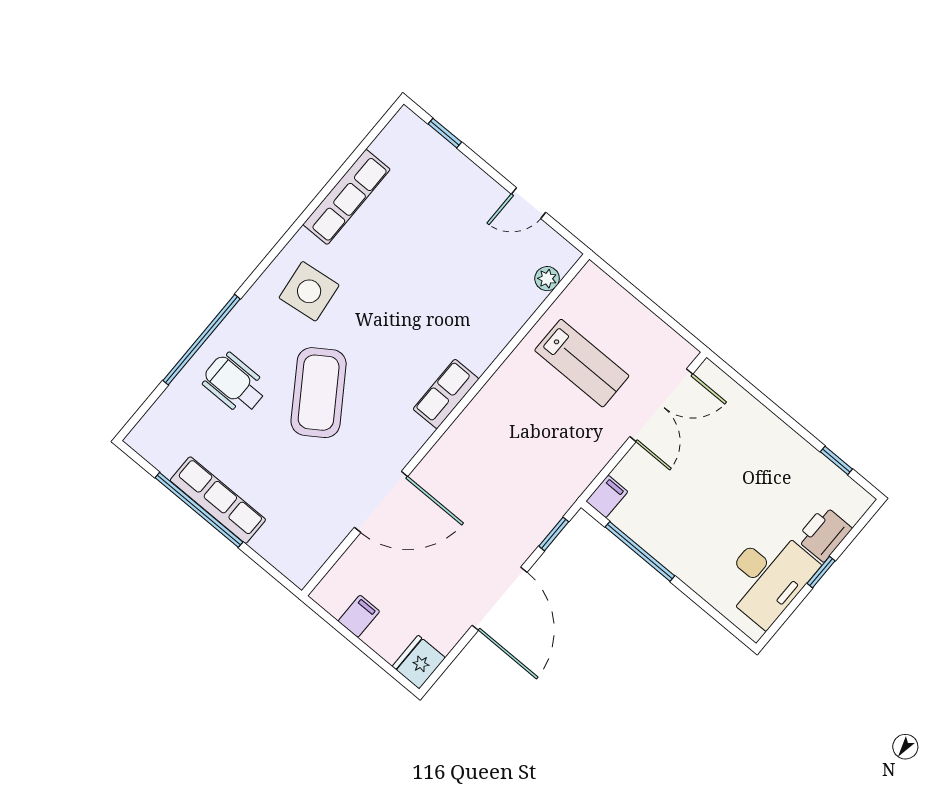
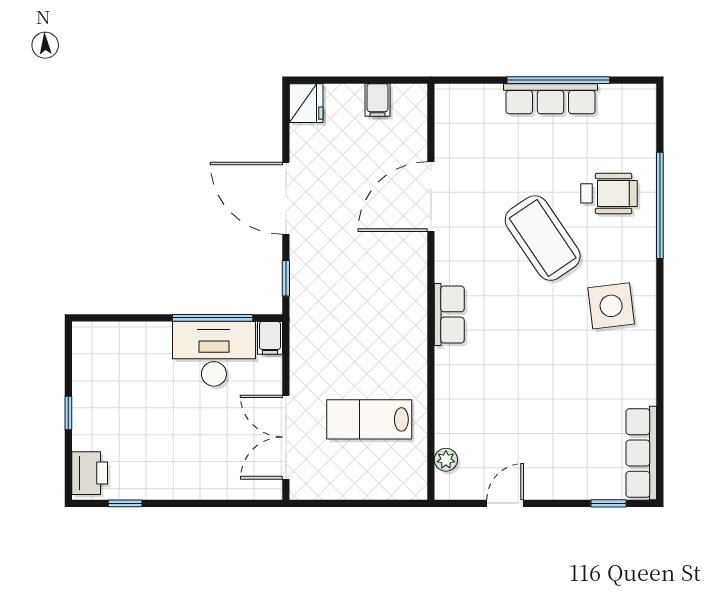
row of seats: (347, 197) -> (641, 453), moved
printer: (824, 534) -> (90, 473), moved
desk: (768, 576) -> (214, 354), moved, turned 90

